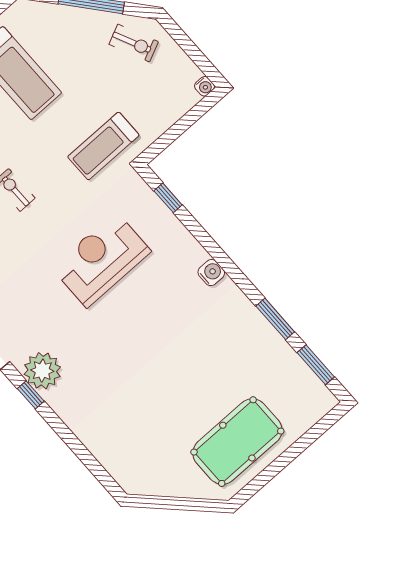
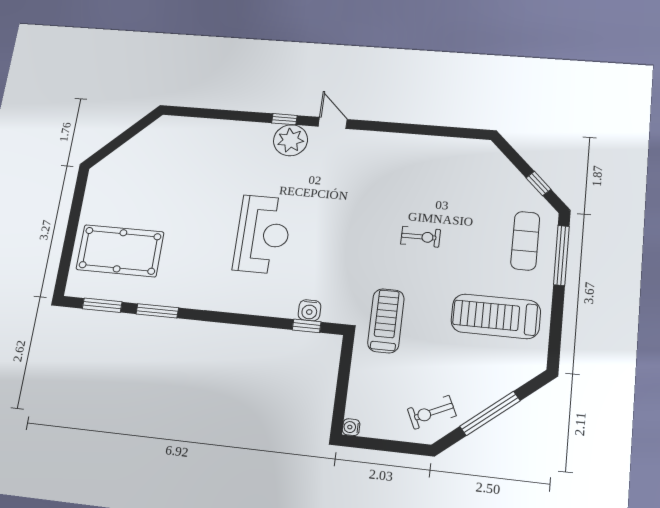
reception desk: (101, 260) -> (263, 234), moved
water cooler: (211, 273) -> (309, 310), moved
pool table: (237, 442) -> (120, 251), moved, turned 90

